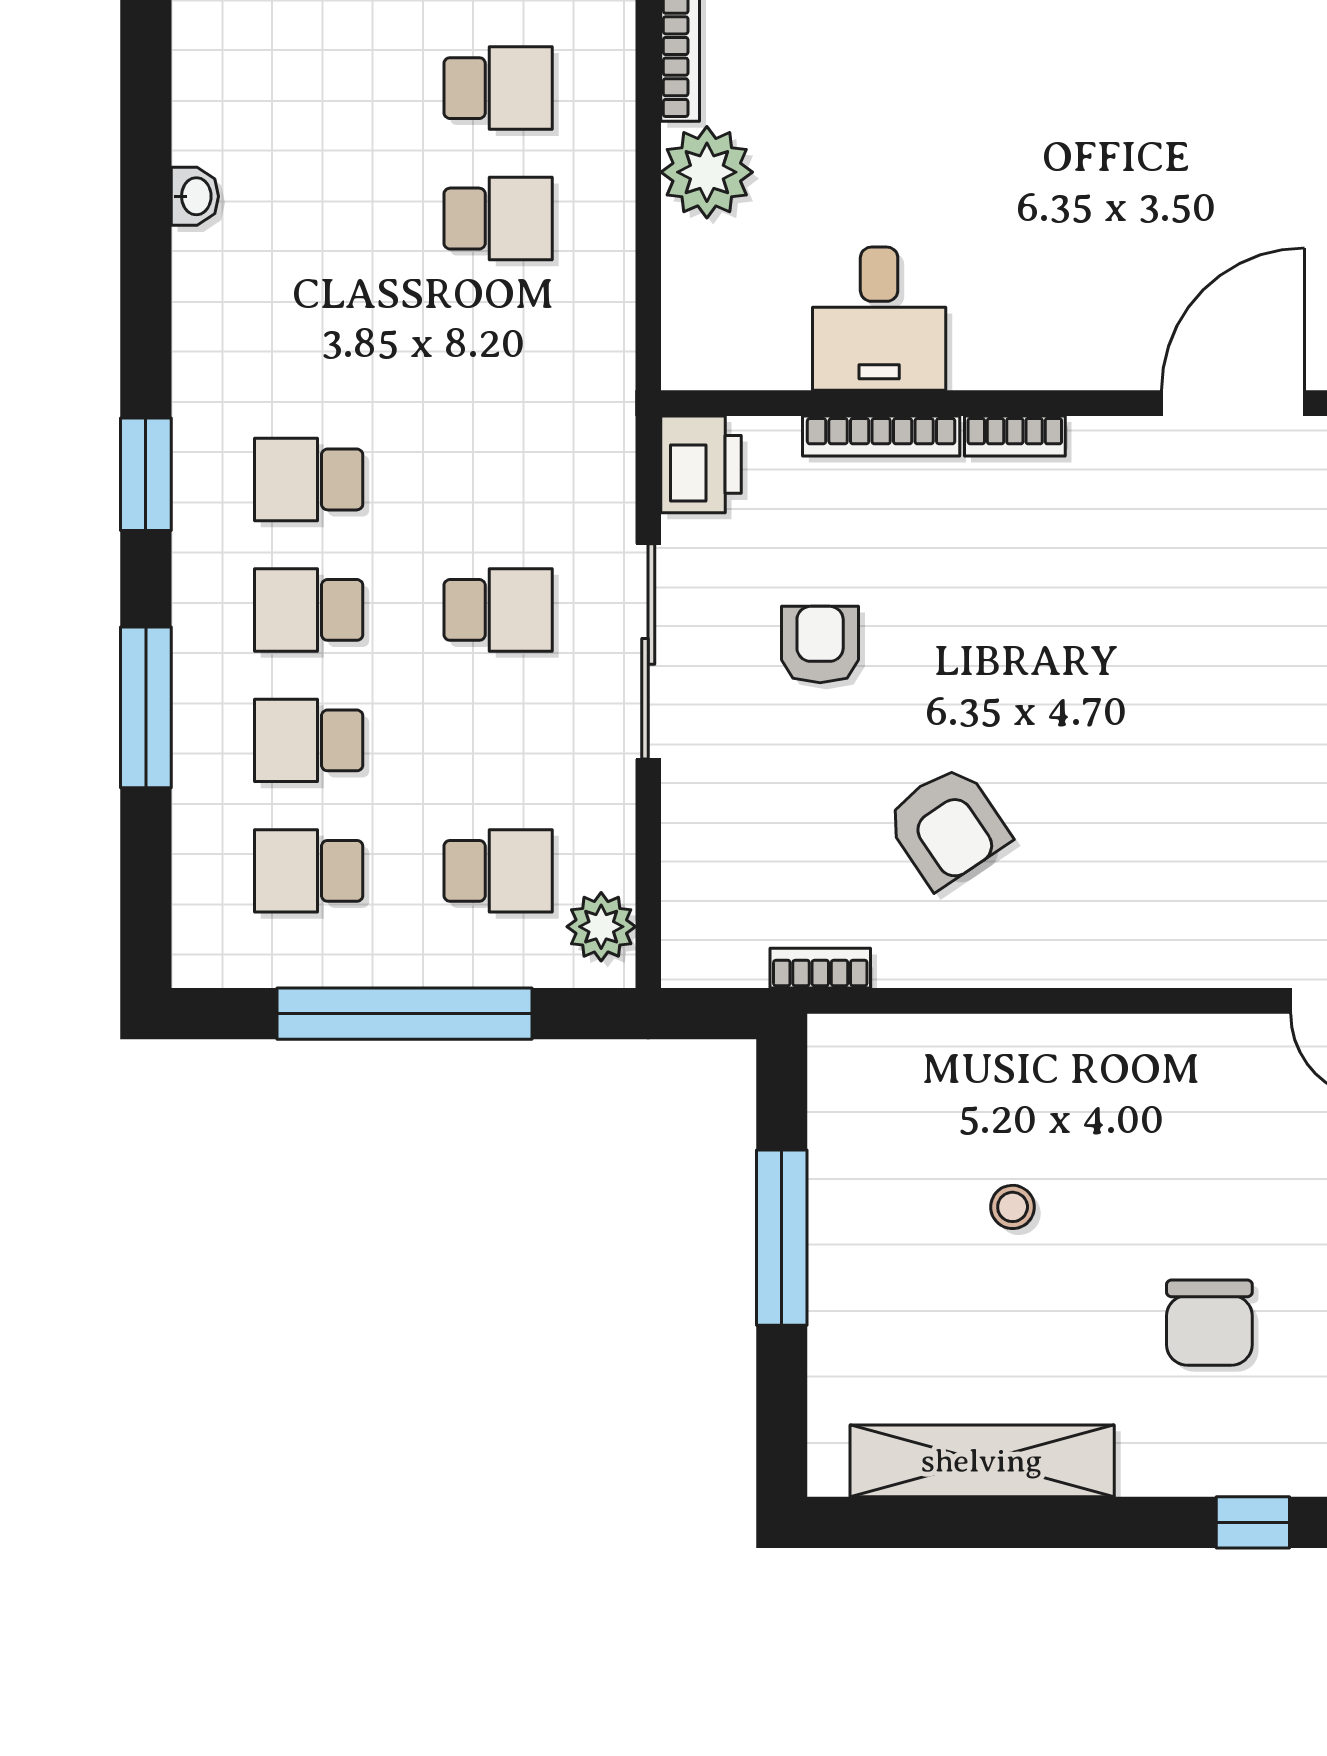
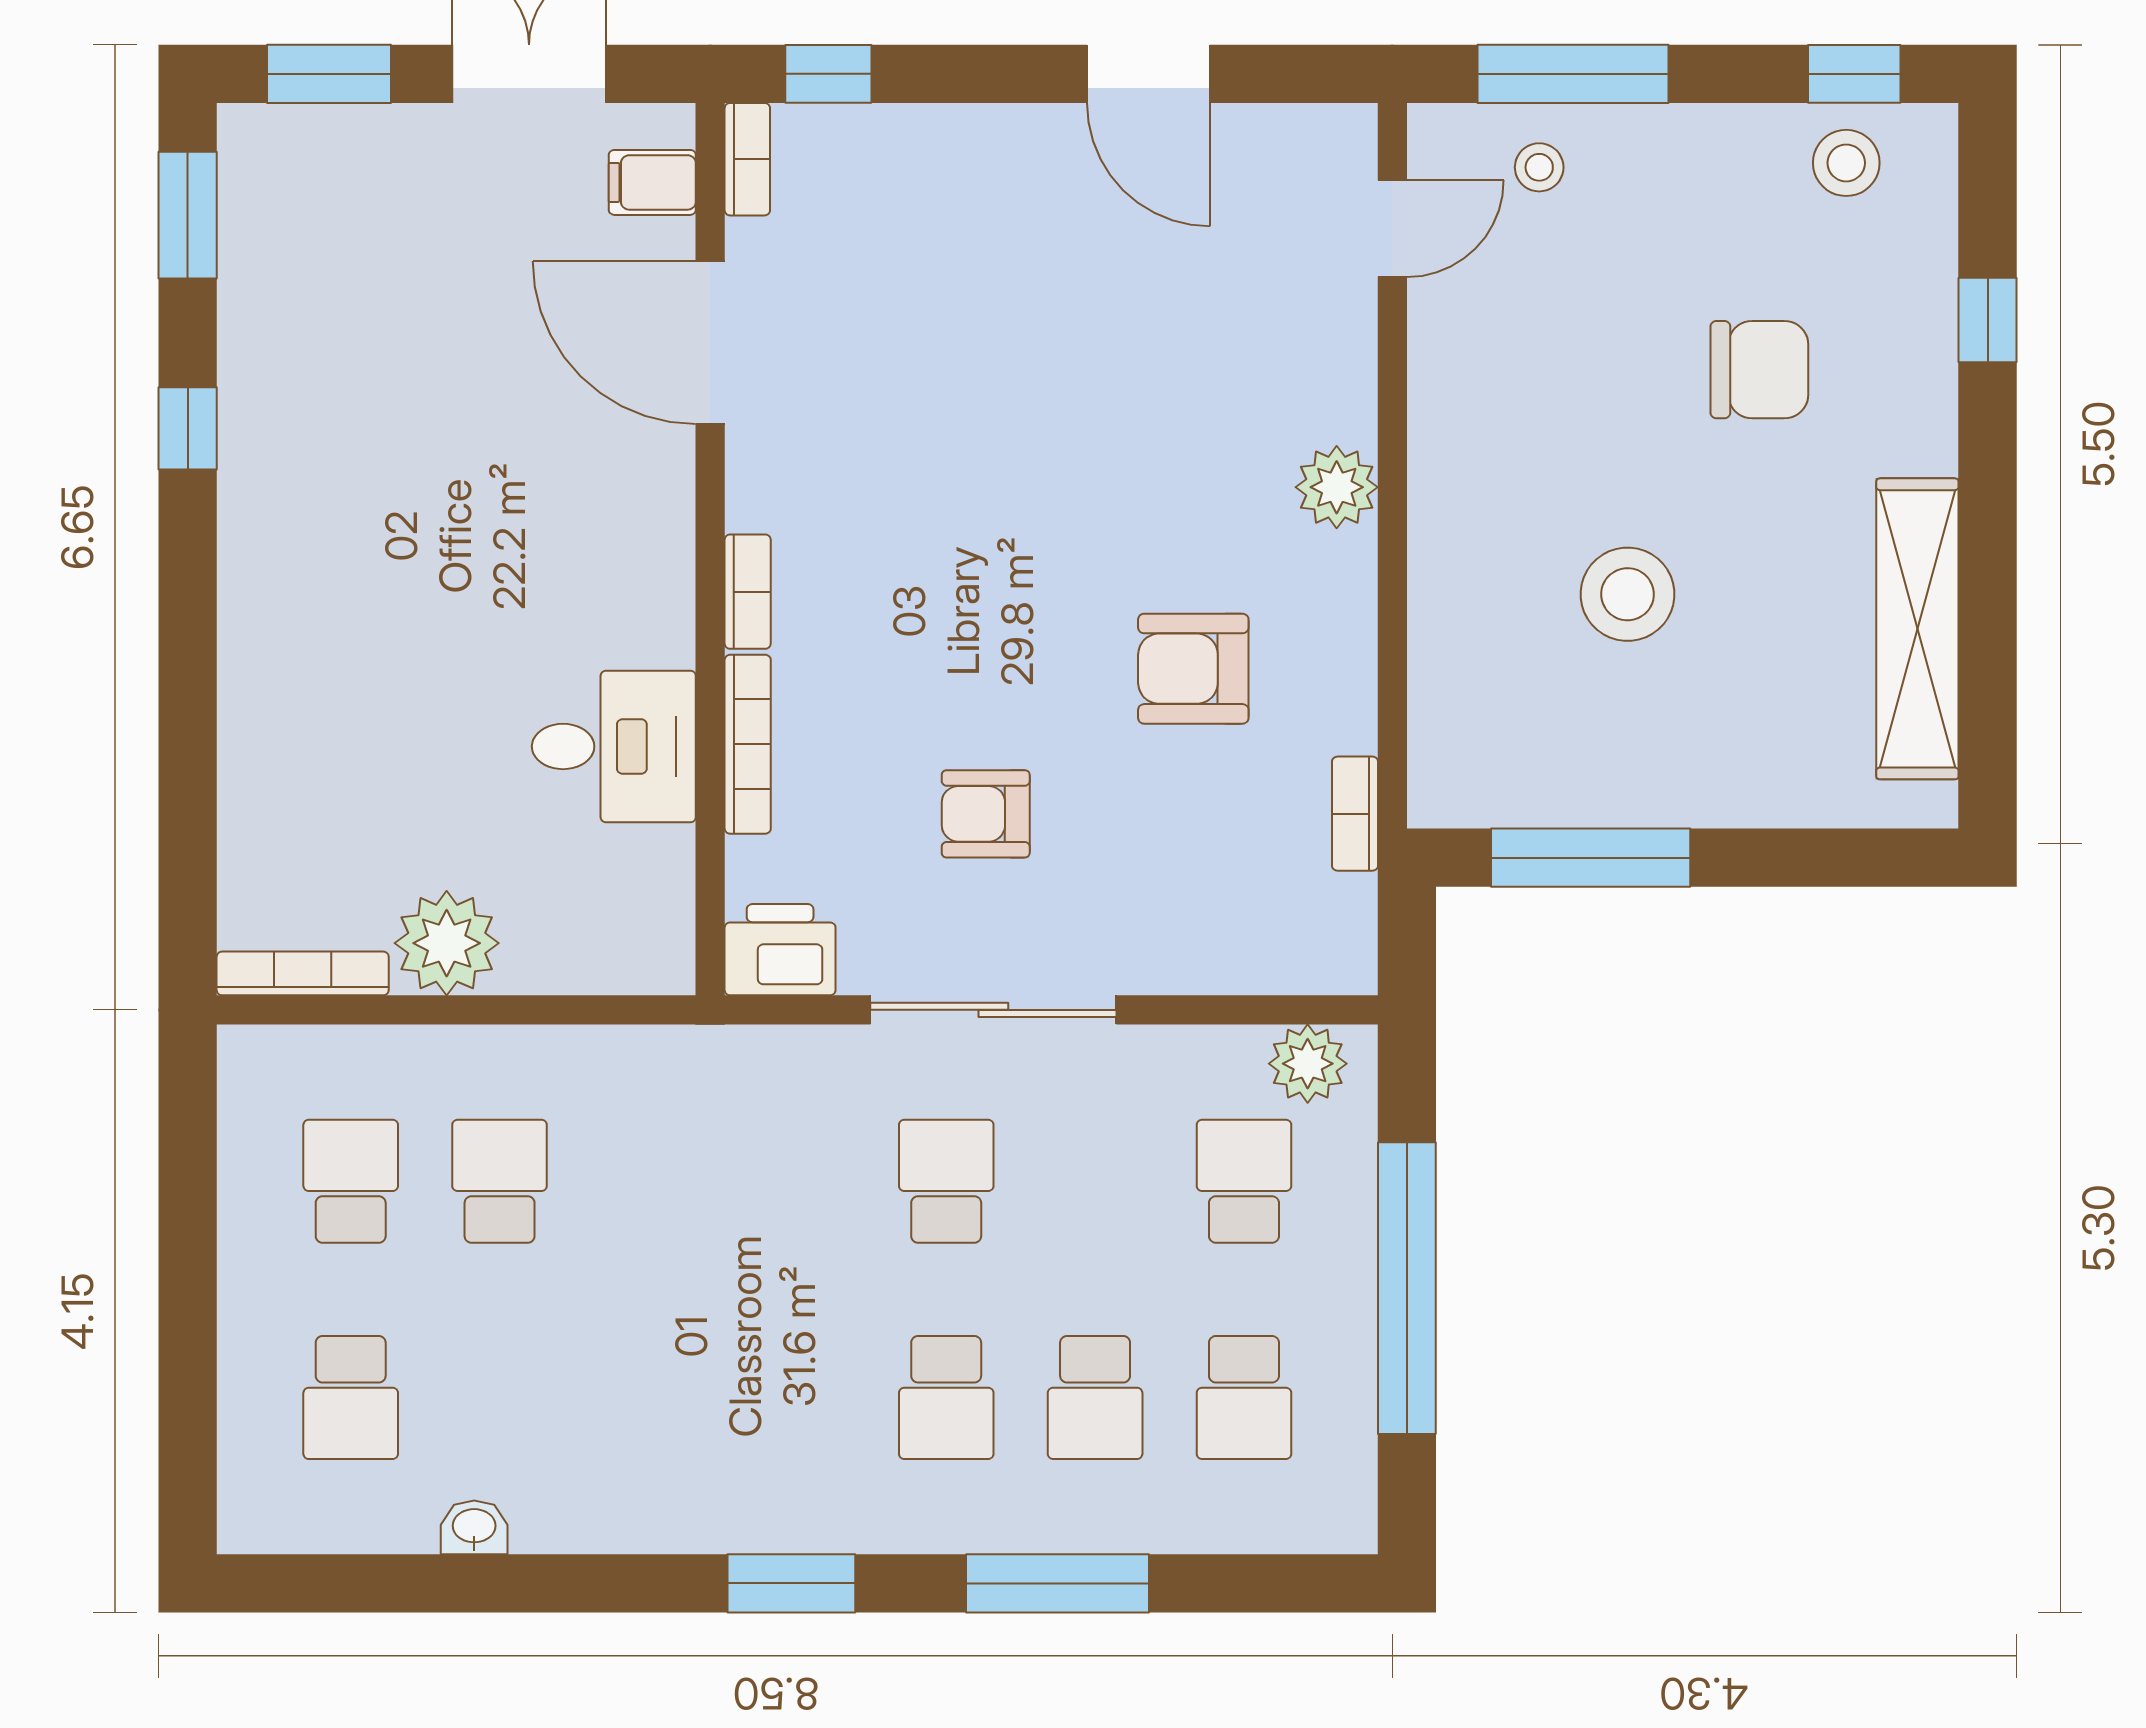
school desk: (309, 479) -> (351, 1397), moved
armchair: (947, 827) -> (1193, 669), turned -146
plant: (1106, 952) -> (1337, 487), added
stool: (1013, 1207) -> (1627, 594), width x1.89, depth x1.89
window: (782, 1238) -> (1591, 858), moved

